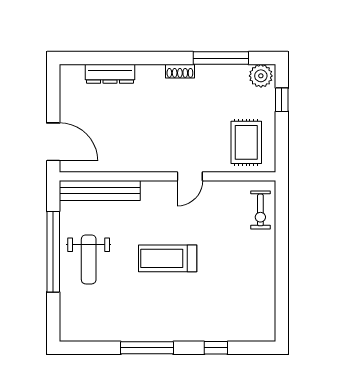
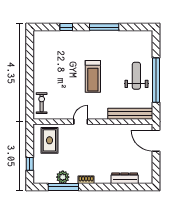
plant: (261, 76) -> (63, 177), moved
treadmill: (168, 258) -> (93, 76), turned 90

